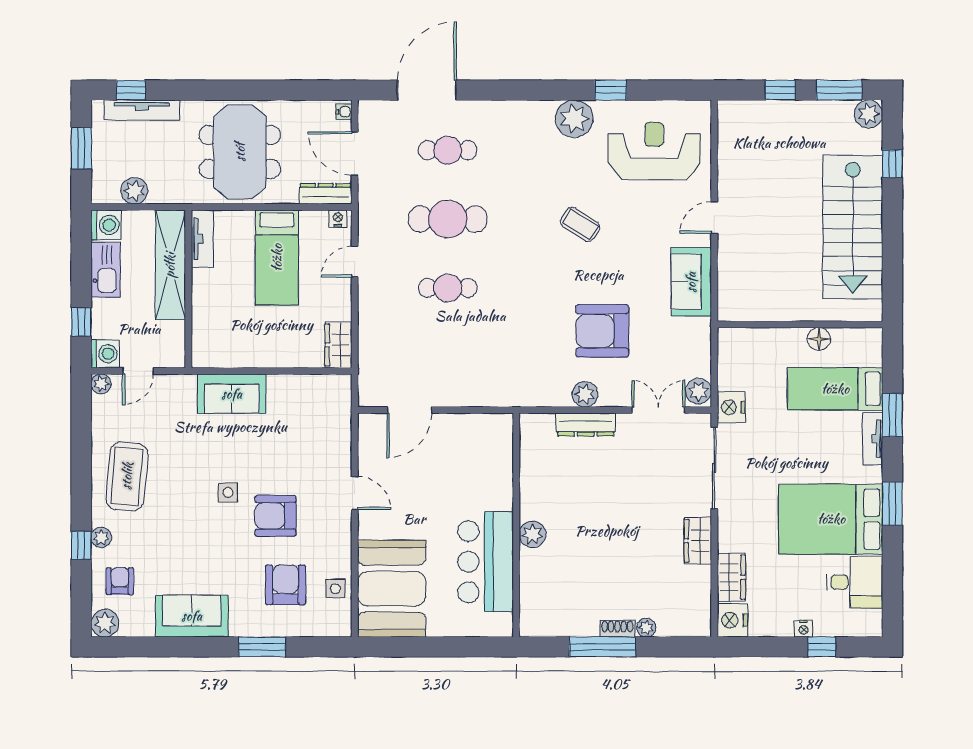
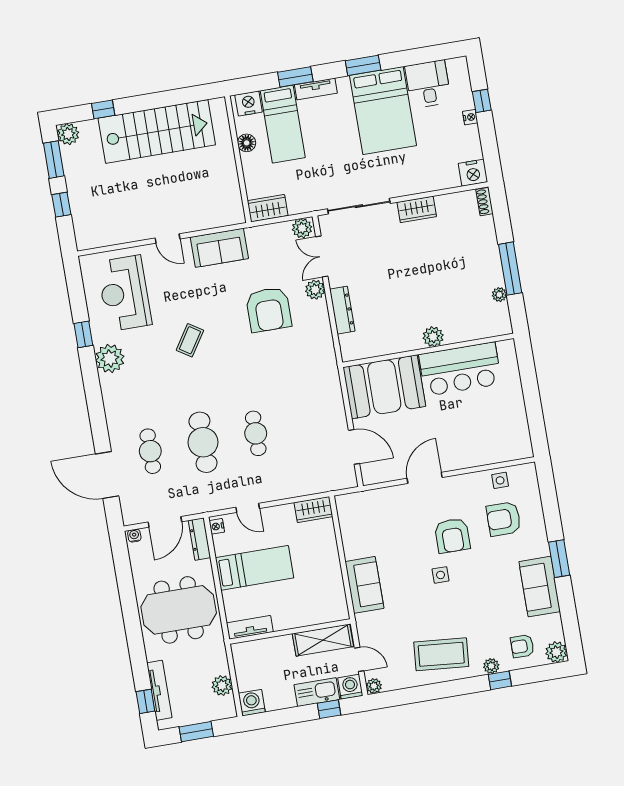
shelving: (170, 265) -> (323, 640), moved, width x0.68
kitchen sink: (106, 270) -> (317, 692), moved
plant: (585, 394) -> (315, 290), moved
nightstand: (731, 407) -> (249, 103), moved, turned 180
door: (355, 493) -> (425, 478), width x1.37
wardrobe: (731, 577) -> (268, 208), moved
booth: (392, 589) -> (384, 387), moved
plant: (646, 628) -> (499, 295), moved
shoe rack: (617, 629) -> (484, 202), moved
window: (262, 647) -> (559, 559), moved

